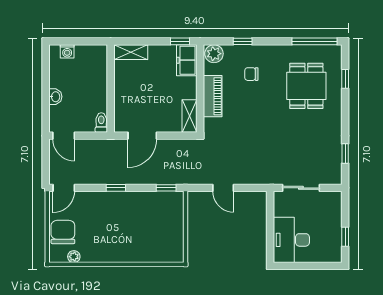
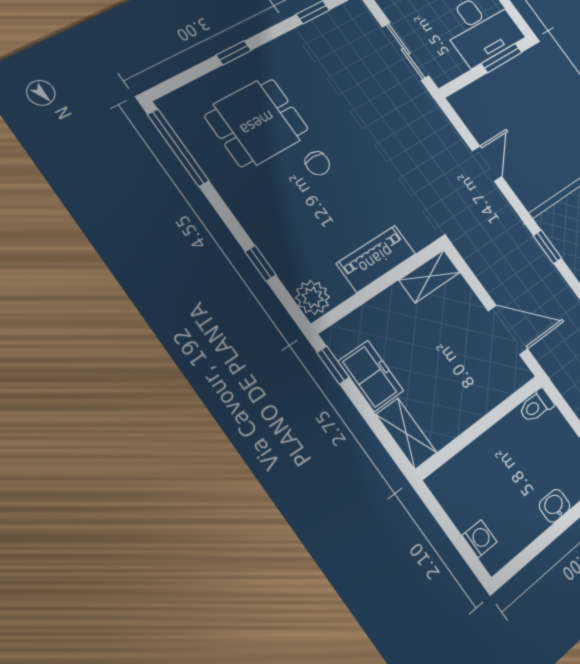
freezer: (187, 60) -> (371, 376), moved, turned -90
chair: (251, 74) -> (317, 163), moved
window: (345, 79) -> (234, 53), moved
window: (270, 239) -> (502, 58), added

